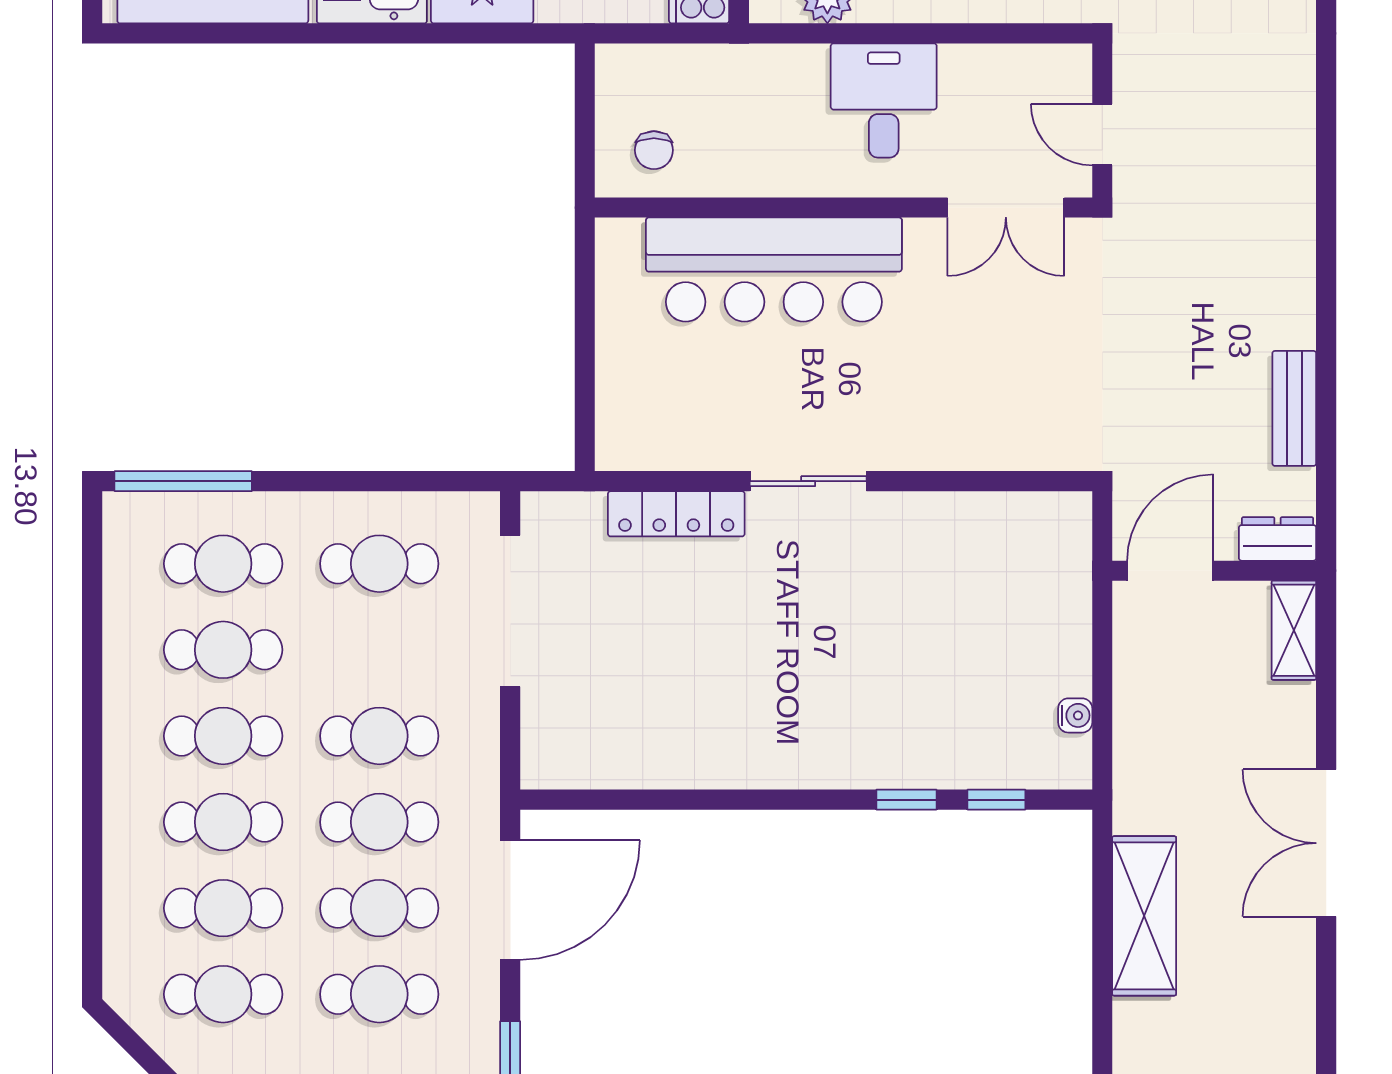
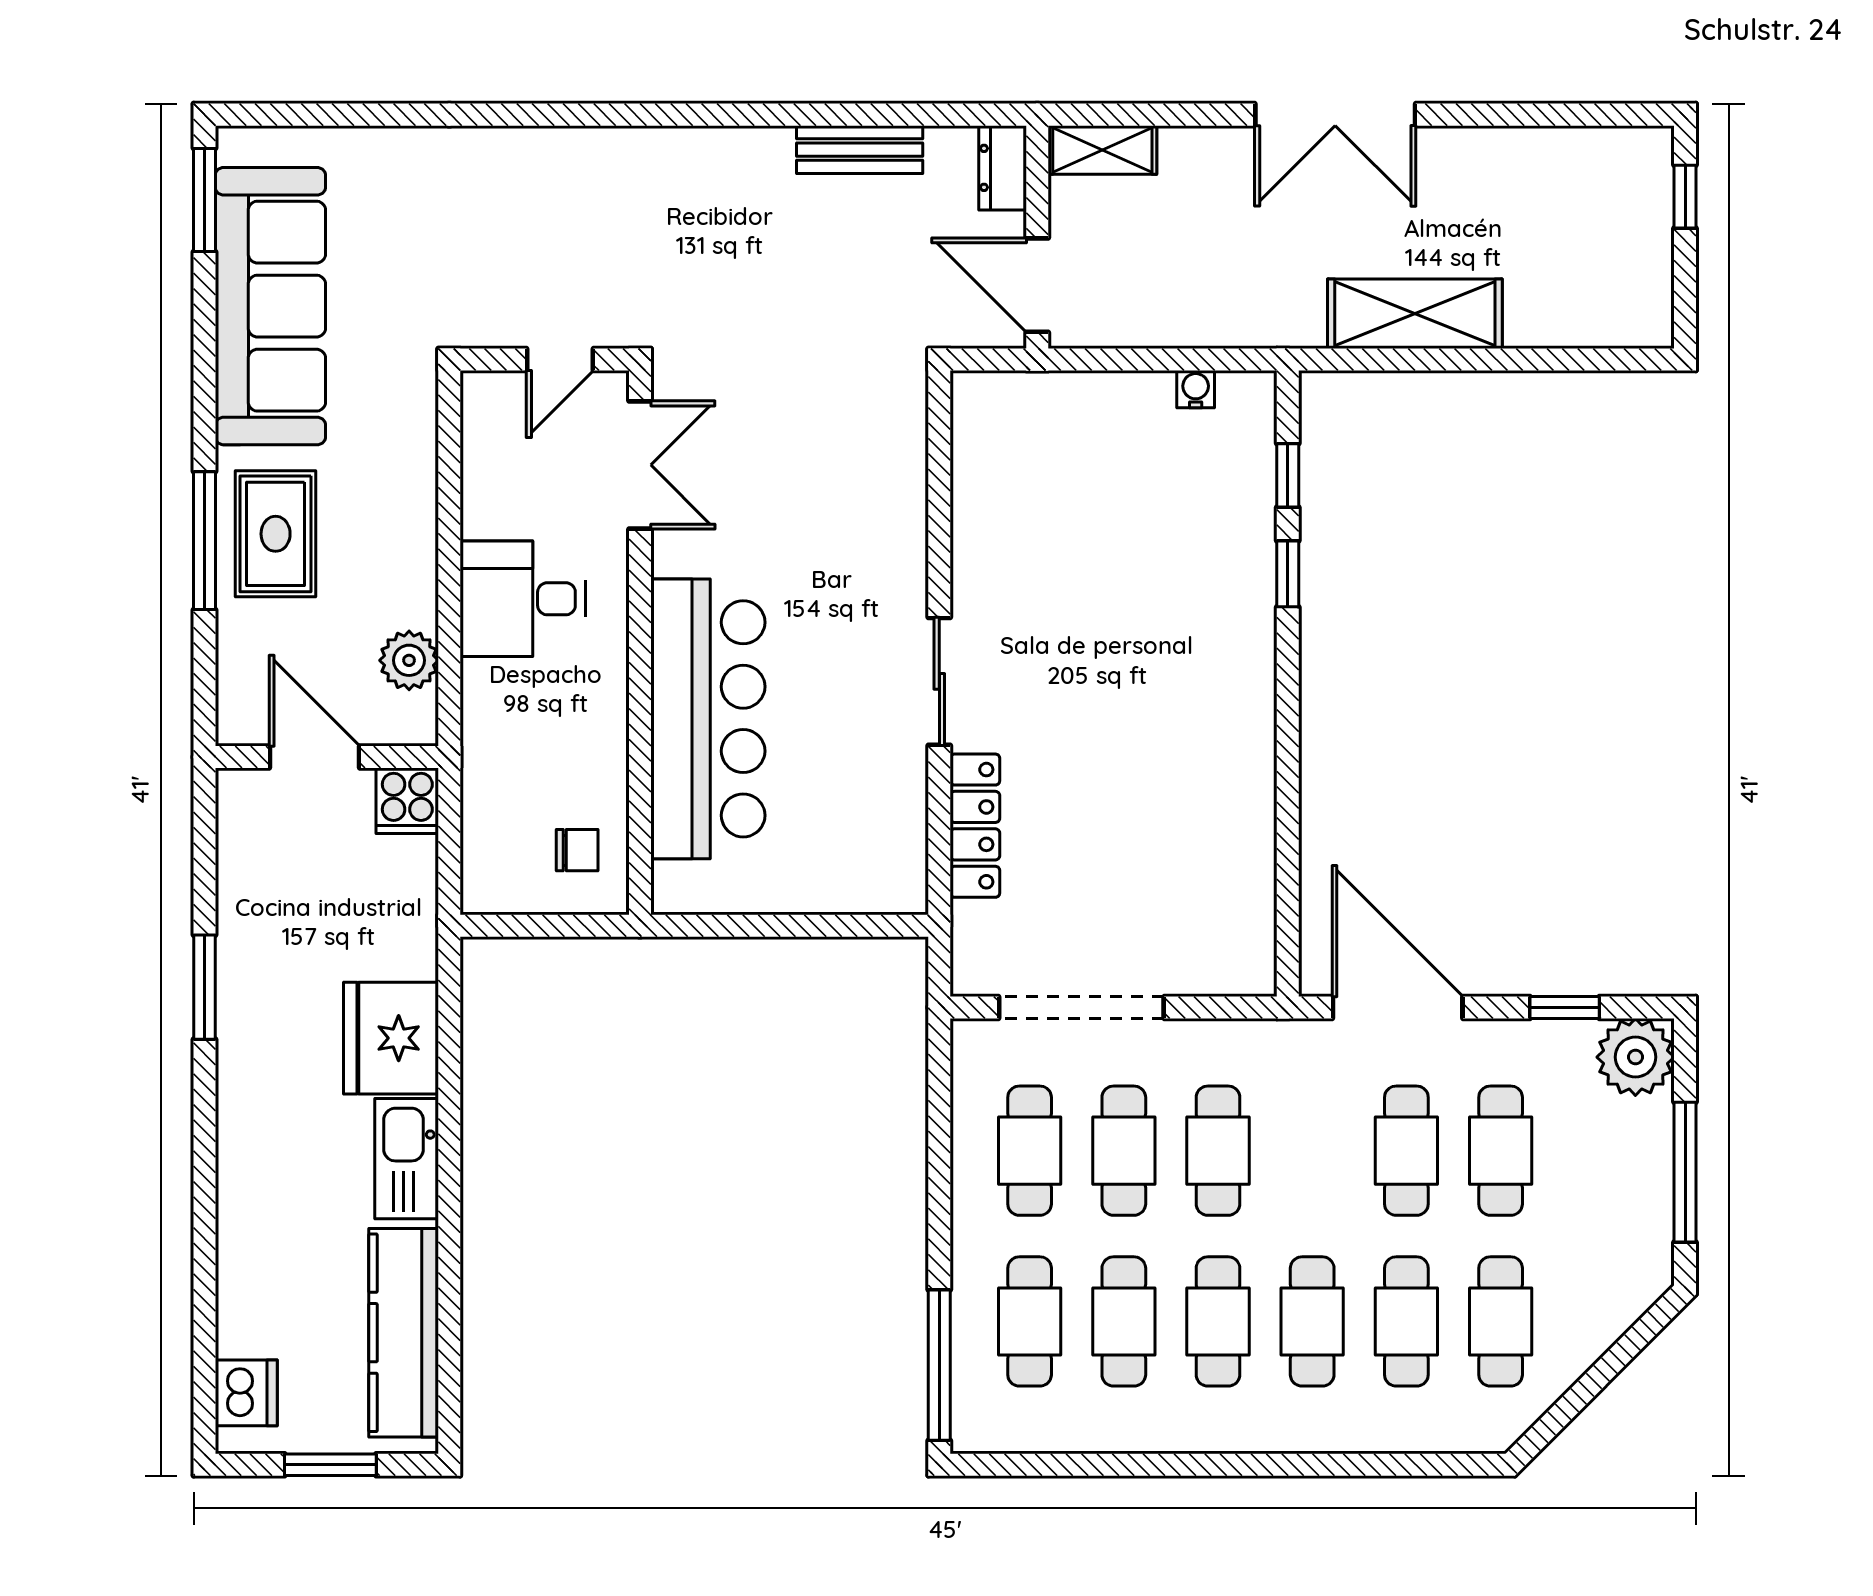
cafe table: (379, 822) -> (1124, 1151), moved

